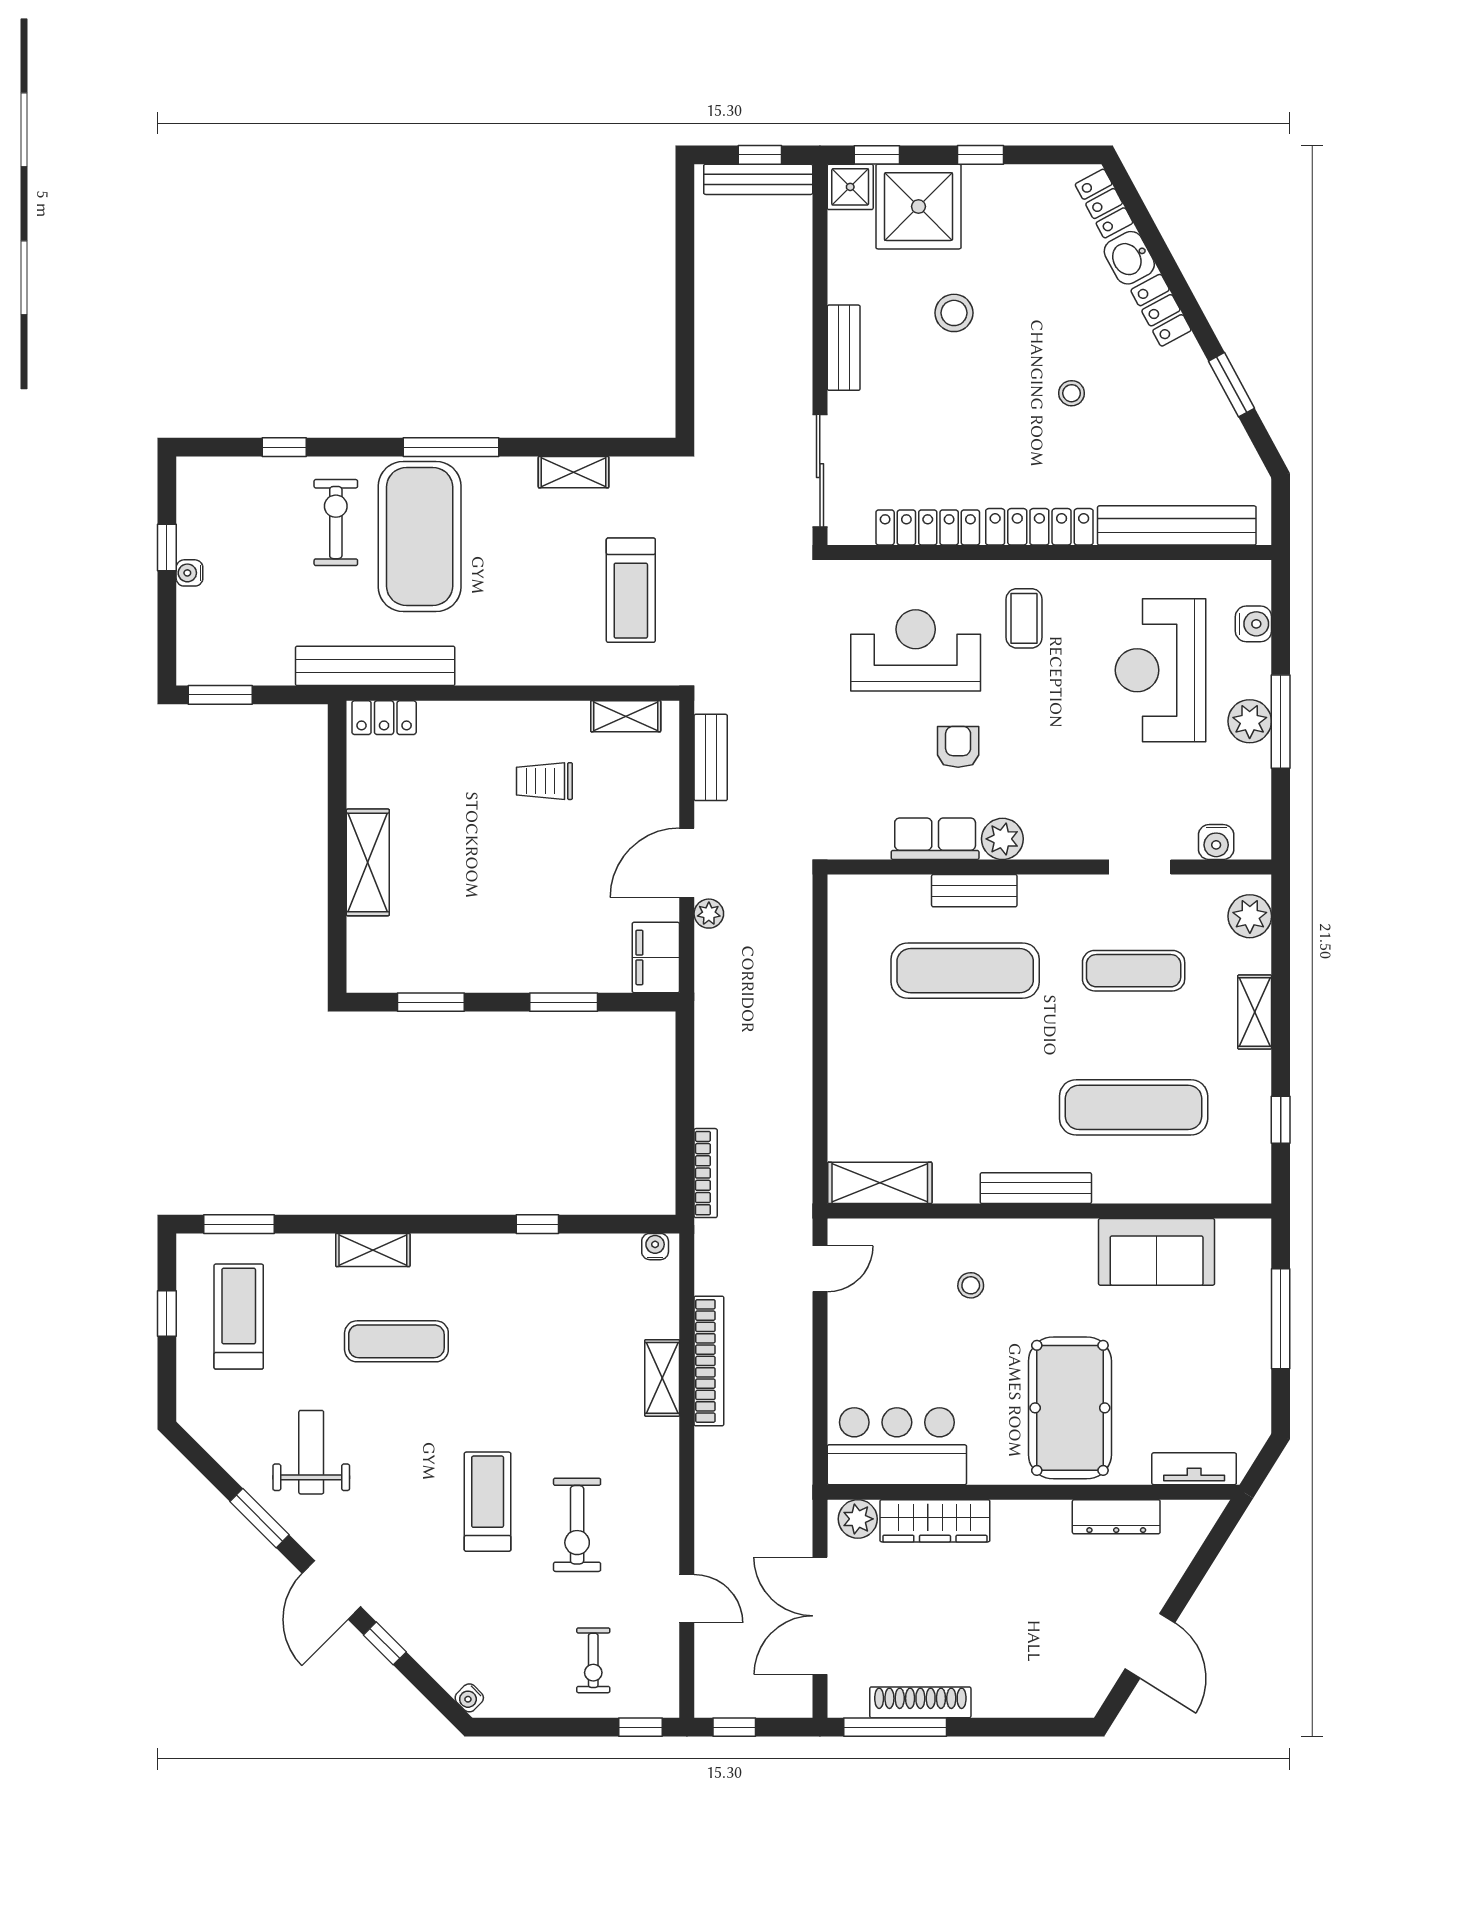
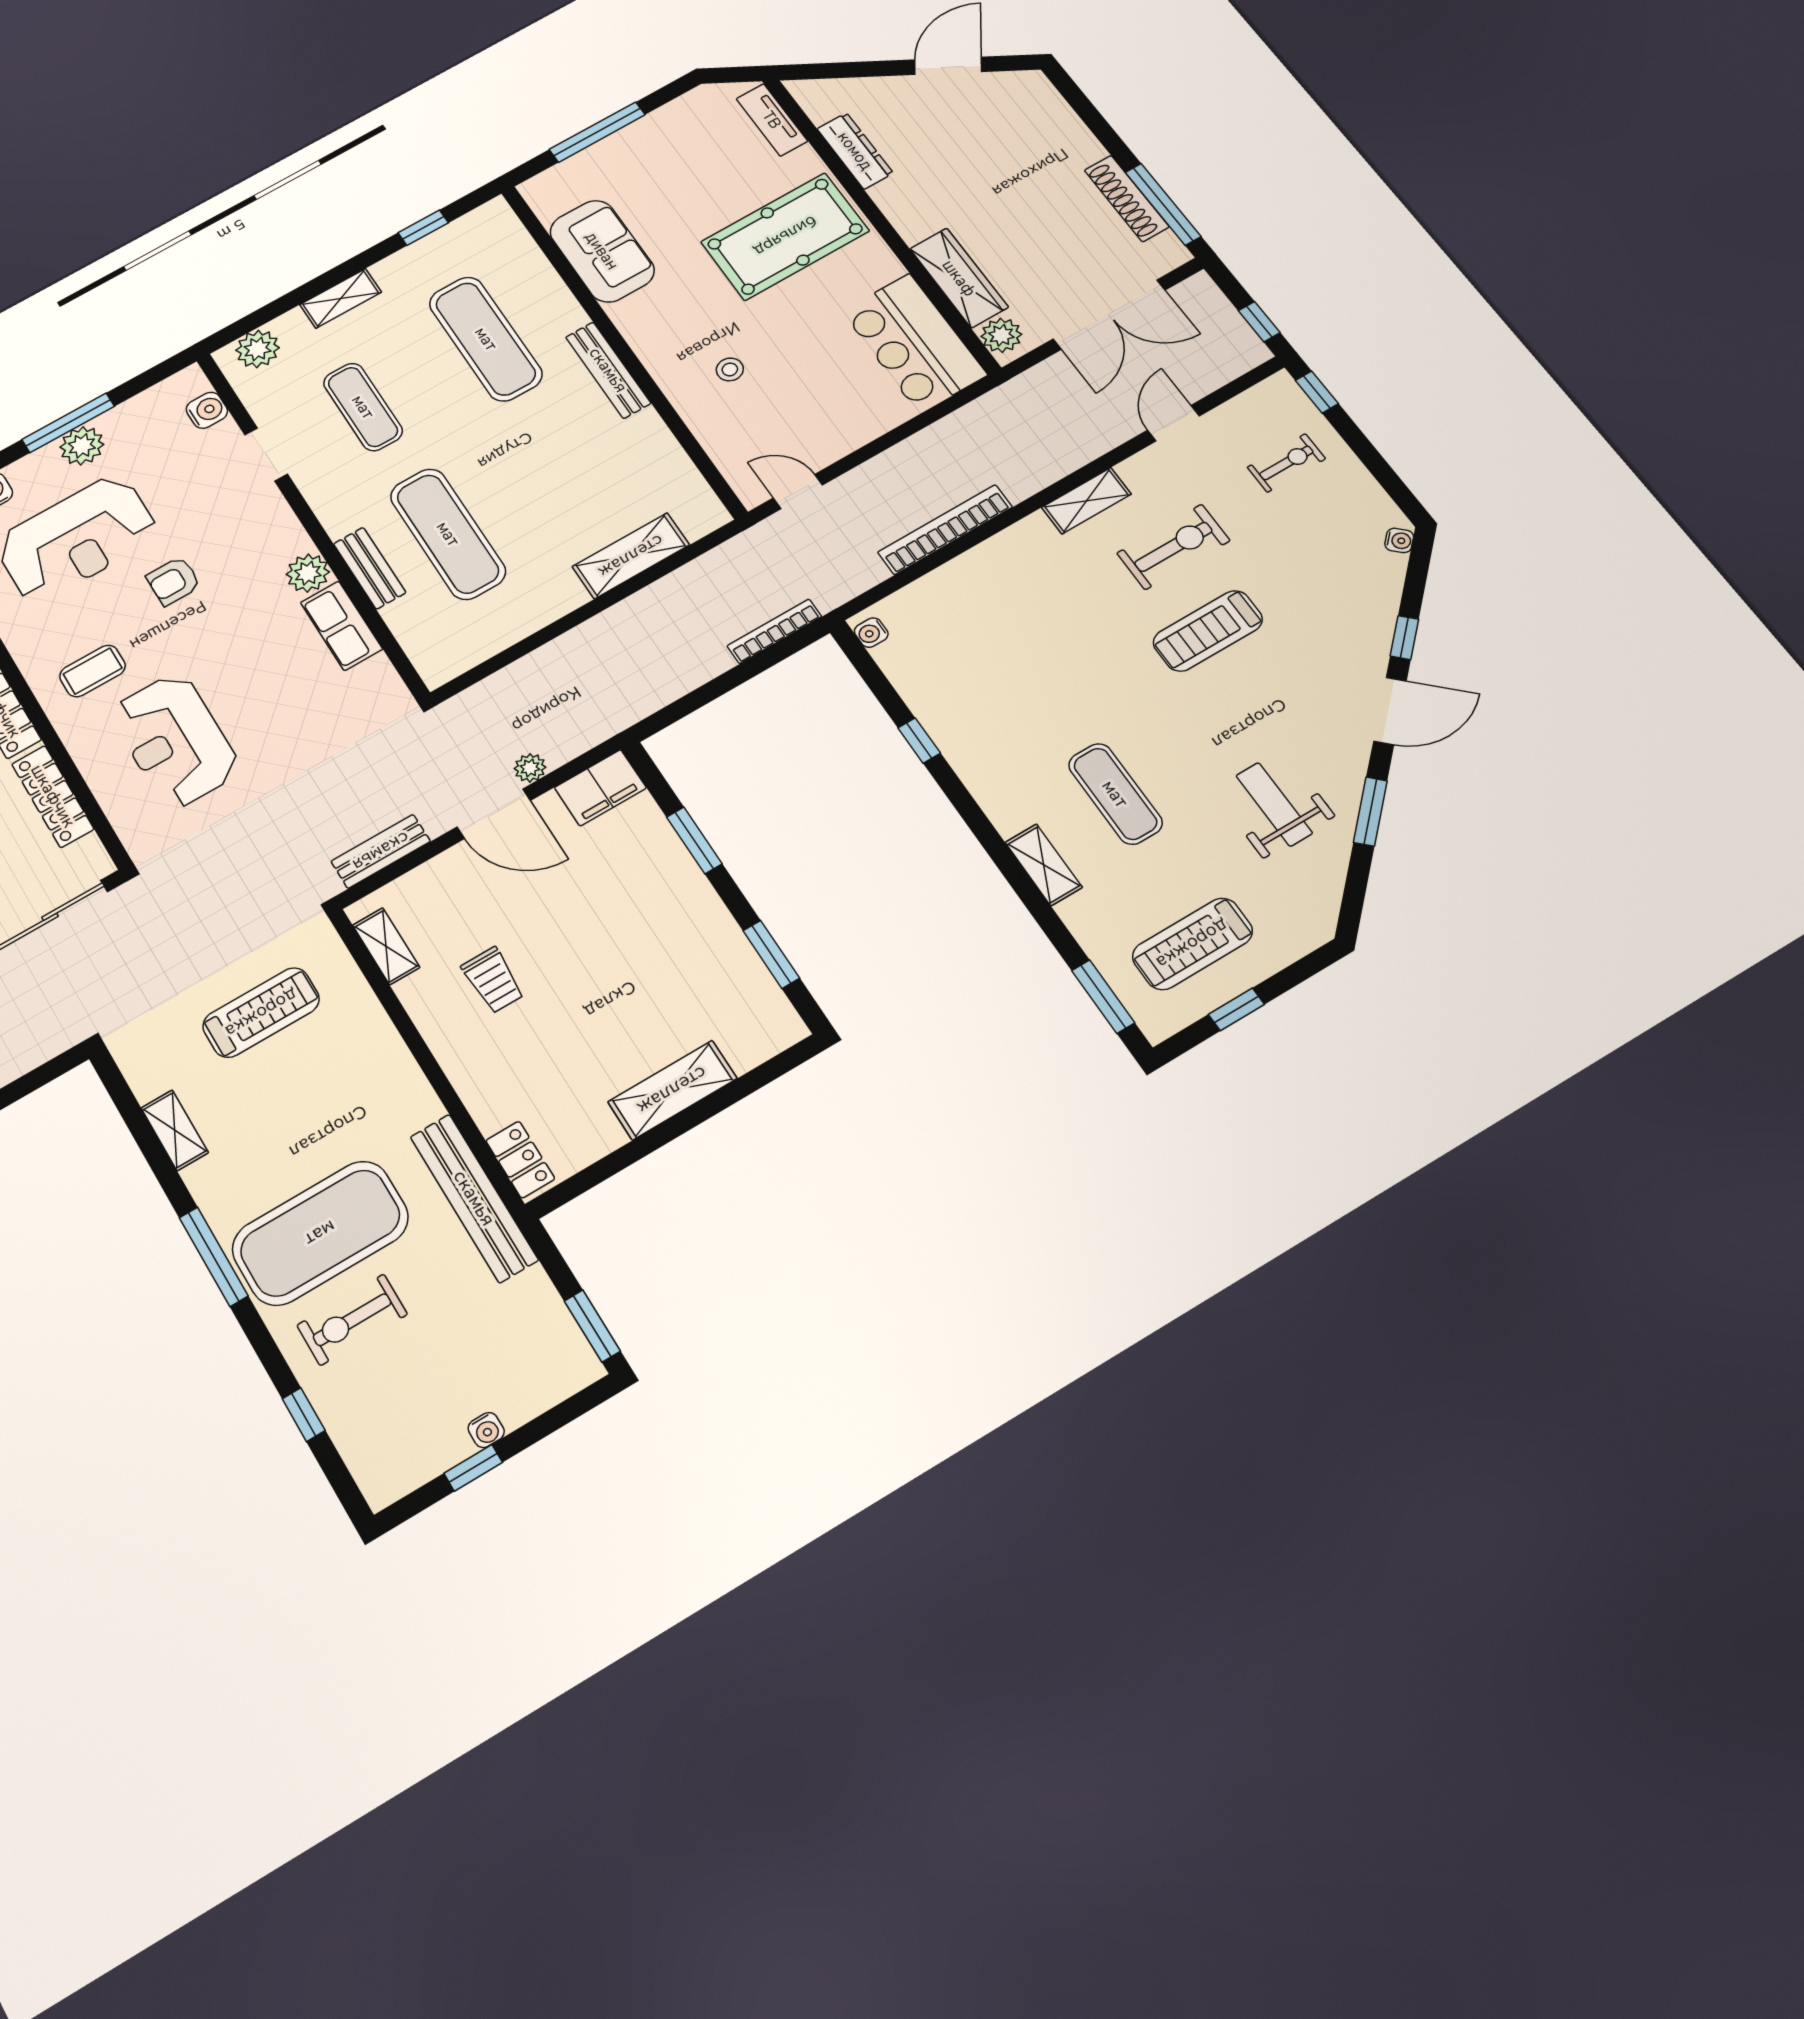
armchair: (958, 747) -> (173, 581), moved
shelving: (880, 1183) -> (631, 556), moved, turned 90
shelving: (662, 1378) -> (1086, 501), moved
weight bench: (311, 1452) -> (1274, 804), turned 90

